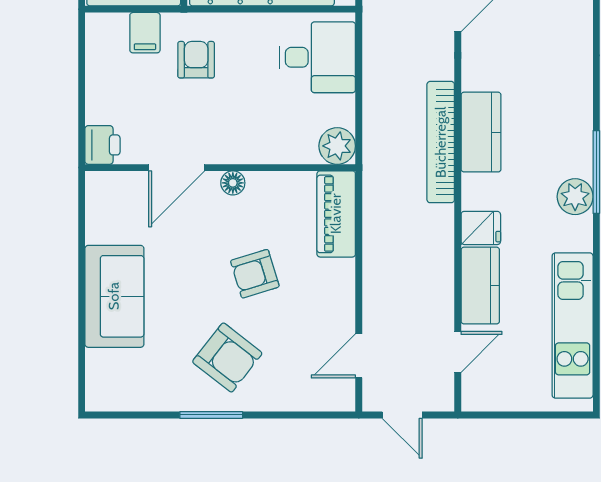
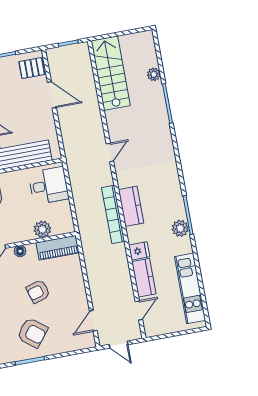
plant: (337, 146) -> (42, 229), moved
piano: (336, 214) -> (58, 248), moved, turned -90

